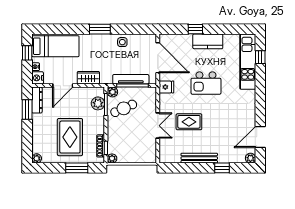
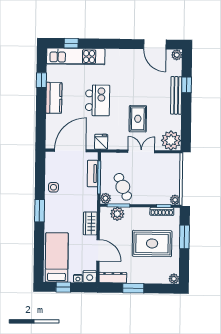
window: (195, 29) -> (41, 80), moved
tv unit: (131, 79) -> (93, 174), width x0.71
window: (27, 110) -> (133, 288), moved
plant: (169, 154) -> (171, 140), added
bench: (199, 158) -> (176, 95), moved

